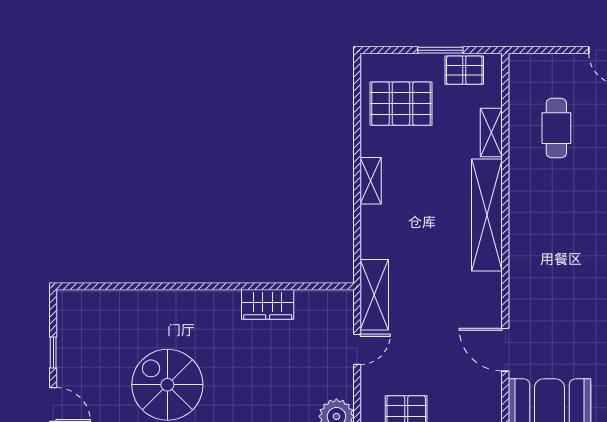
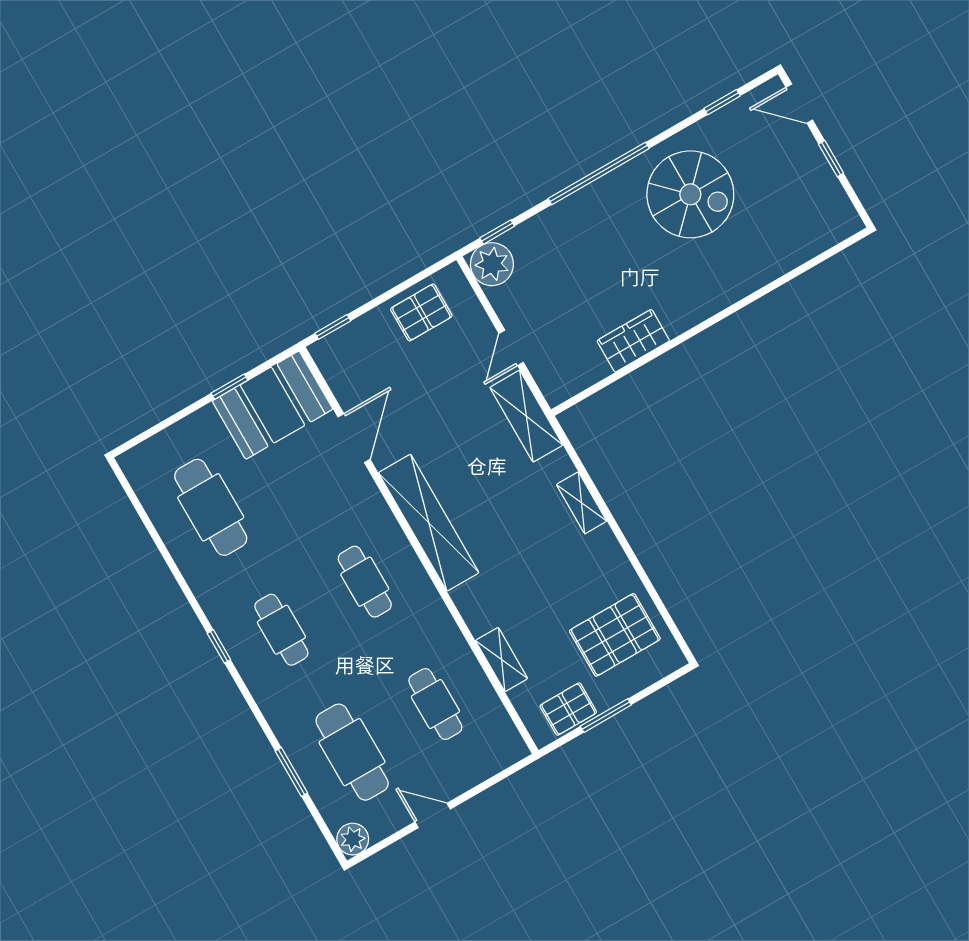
shelving: (371, 181) -> (582, 503), moved
shelving: (487, 215) -> (429, 523), moved
cafe table: (556, 244) -> (365, 582), added
door: (505, 350) -> (354, 438), hinge flipped

